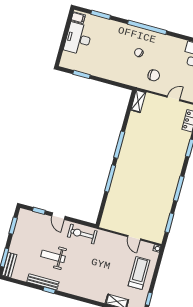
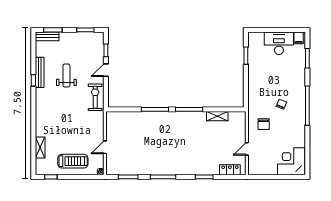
door: (174, 98) -> (247, 149), swing flipped
shelving: (138, 101) -> (217, 116), moved

